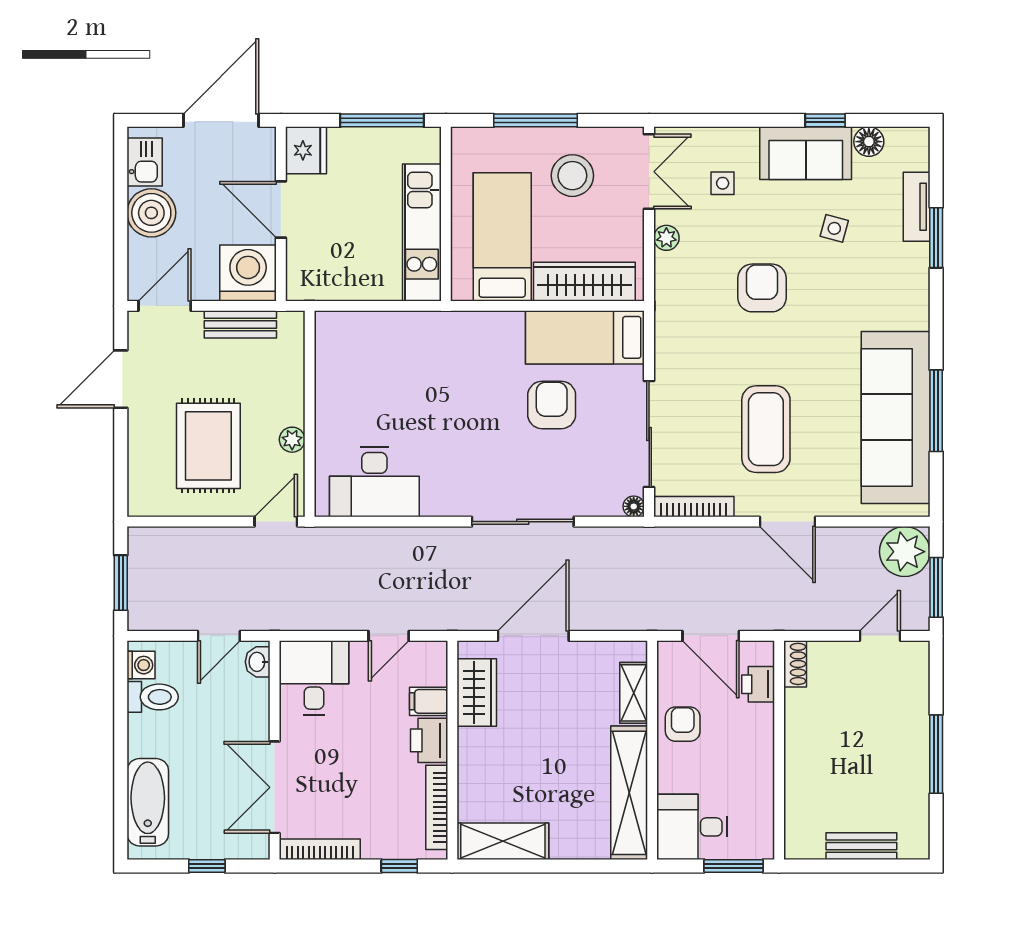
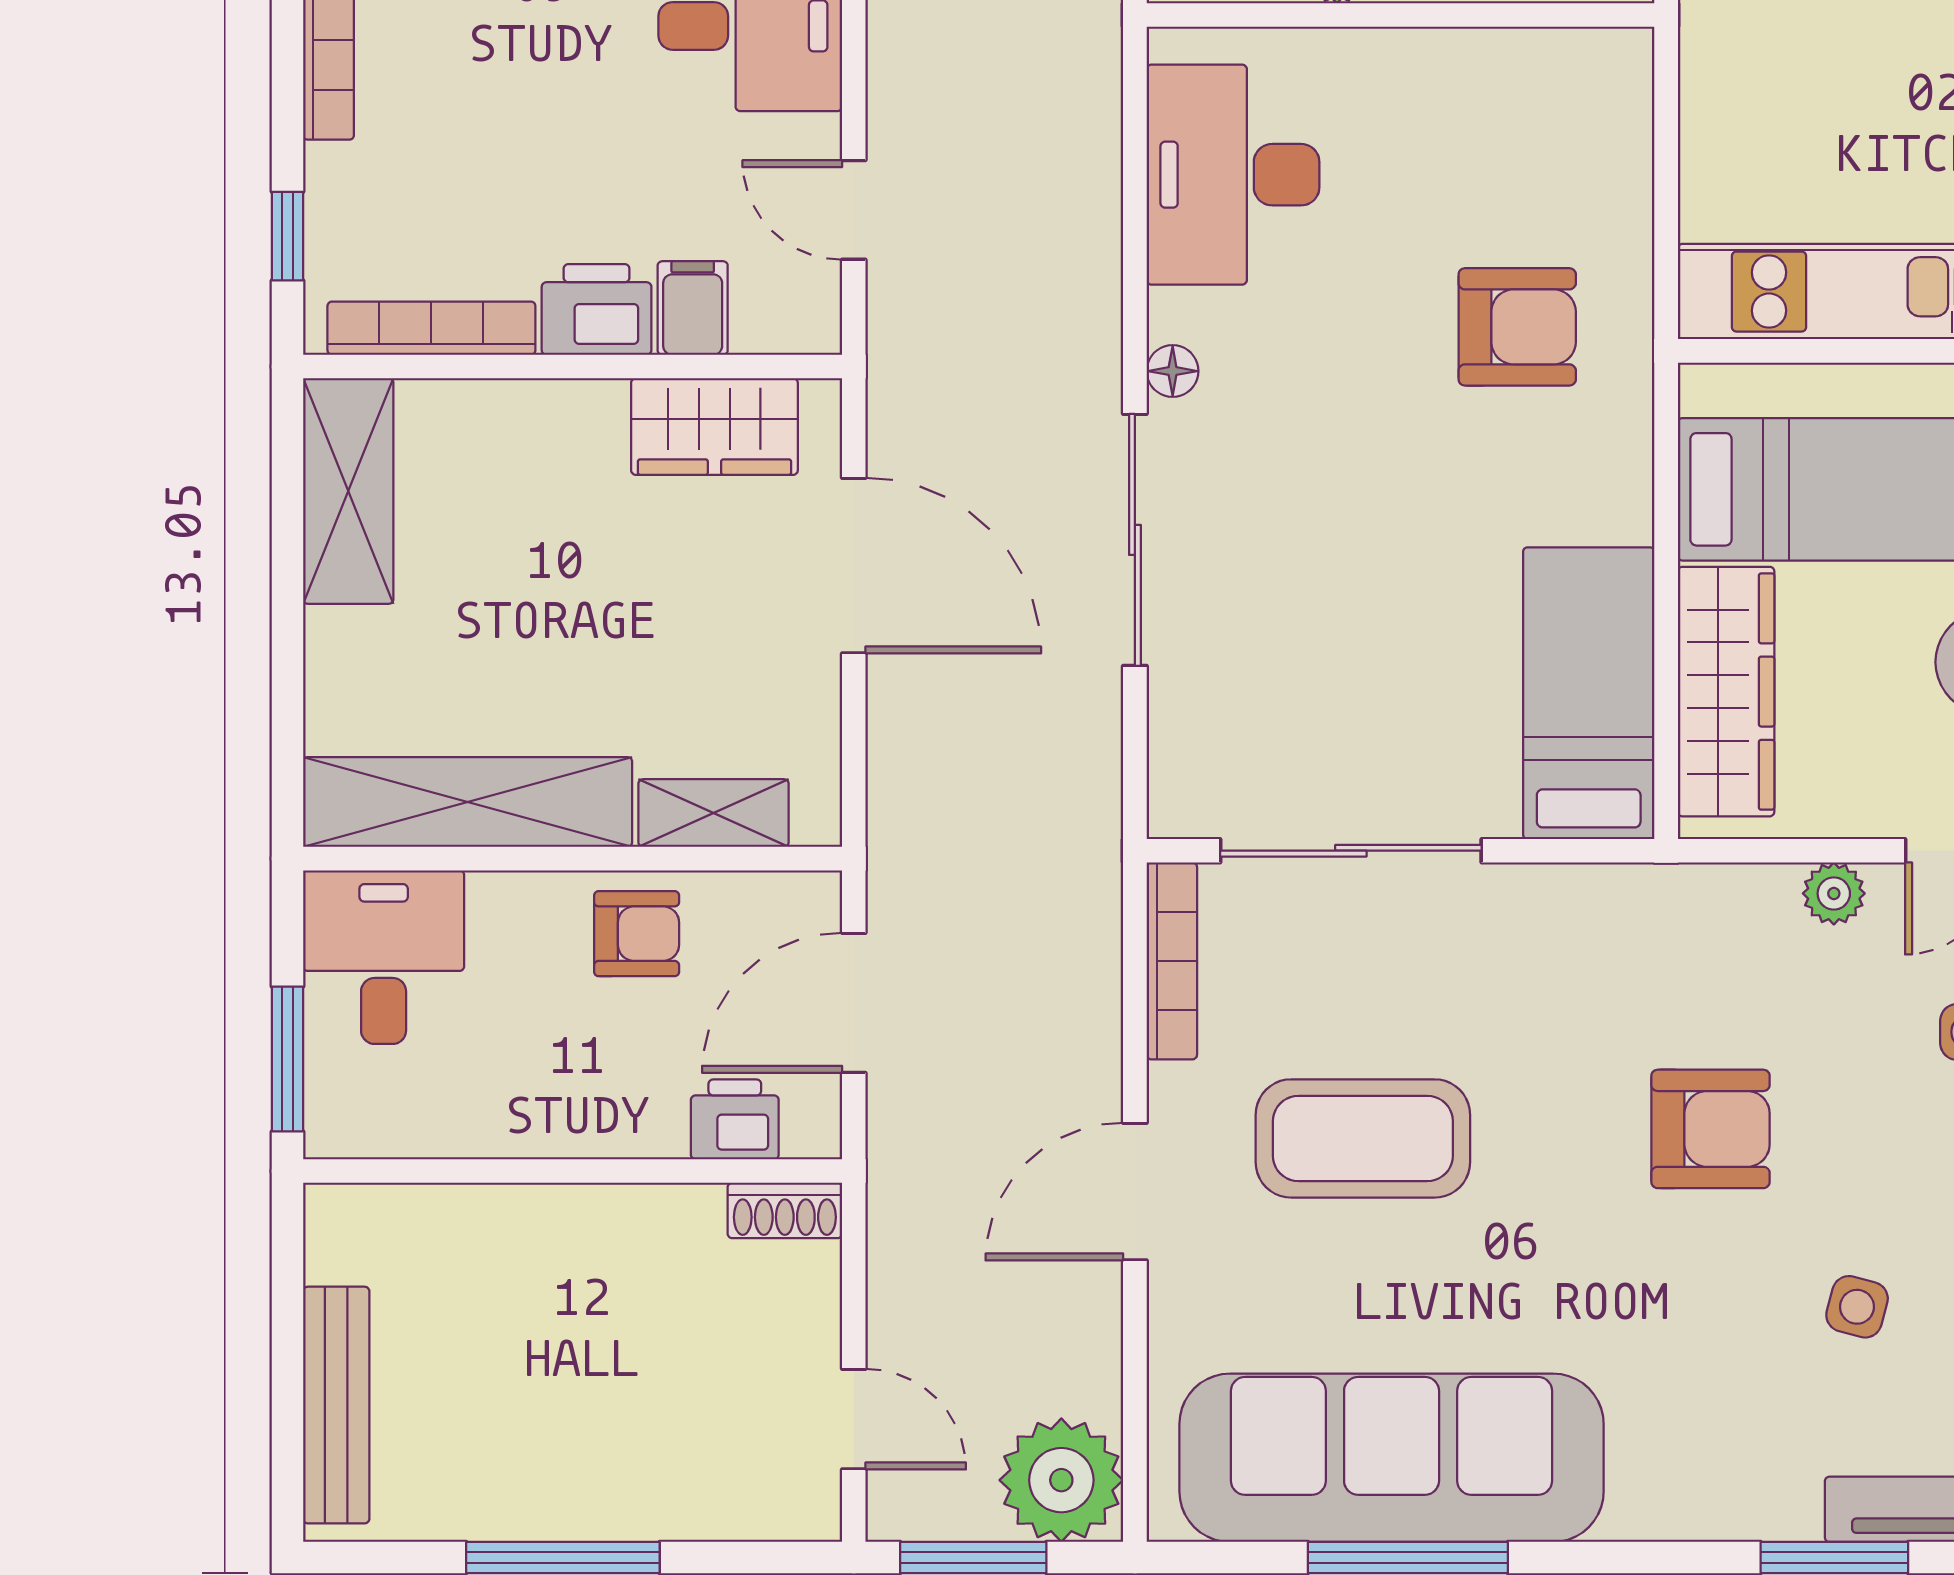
armchair: (552, 405) -> (1517, 327), moved
floor lamp: (634, 506) -> (1173, 371), moved
bench: (861, 846) -> (336, 1405), width x1.36

